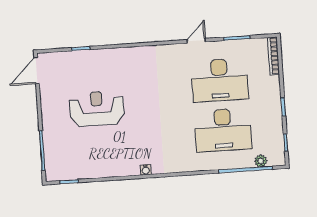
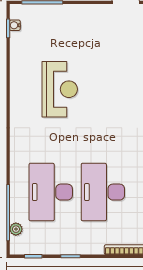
reception desk: (97, 109) -> (60, 89), moved
water cooler: (146, 170) -> (15, 25), moved

